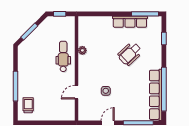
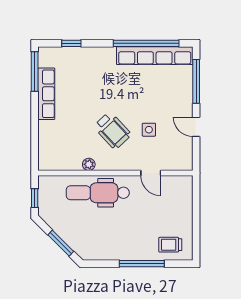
wheelchair: (130, 54) -> (112, 131), moved
dental chair: (63, 56) -> (98, 193), width x1.36, depth x1.38

